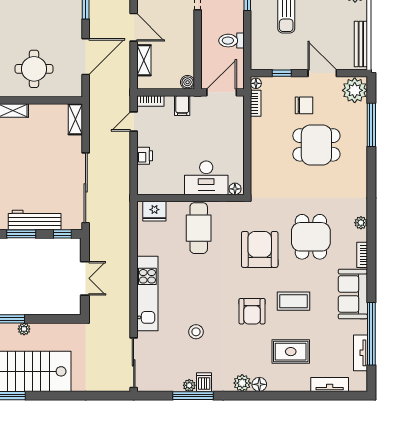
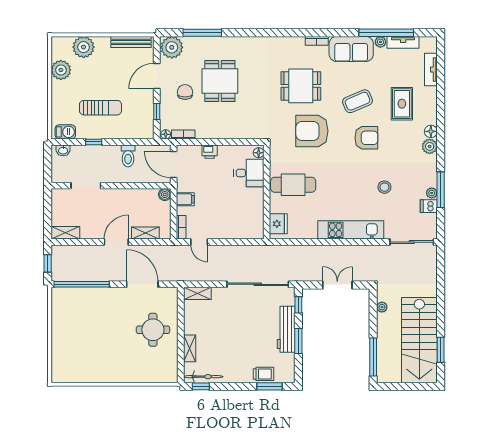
printer: (145, 156) -> (210, 152), moved, turned 180
desk: (206, 178) -> (249, 173), width x0.73
plant: (361, 223) -> (380, 42), moved
coffee table: (294, 301) -> (358, 101), turned 67
plant: (24, 329) -> (382, 307), moved
dishwasher: (204, 382) -> (429, 206), moved

